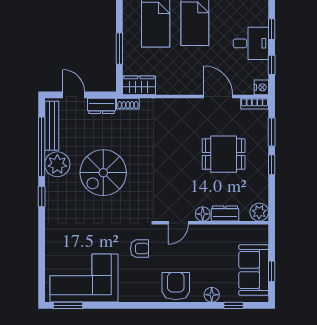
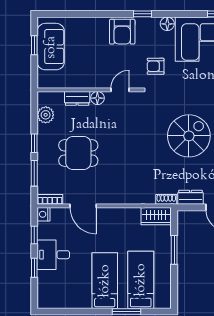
plant: (259, 212) -> (46, 115), moved
floor lamp: (212, 295) -> (167, 24), moved
window: (234, 305) -> (142, 14), moved

